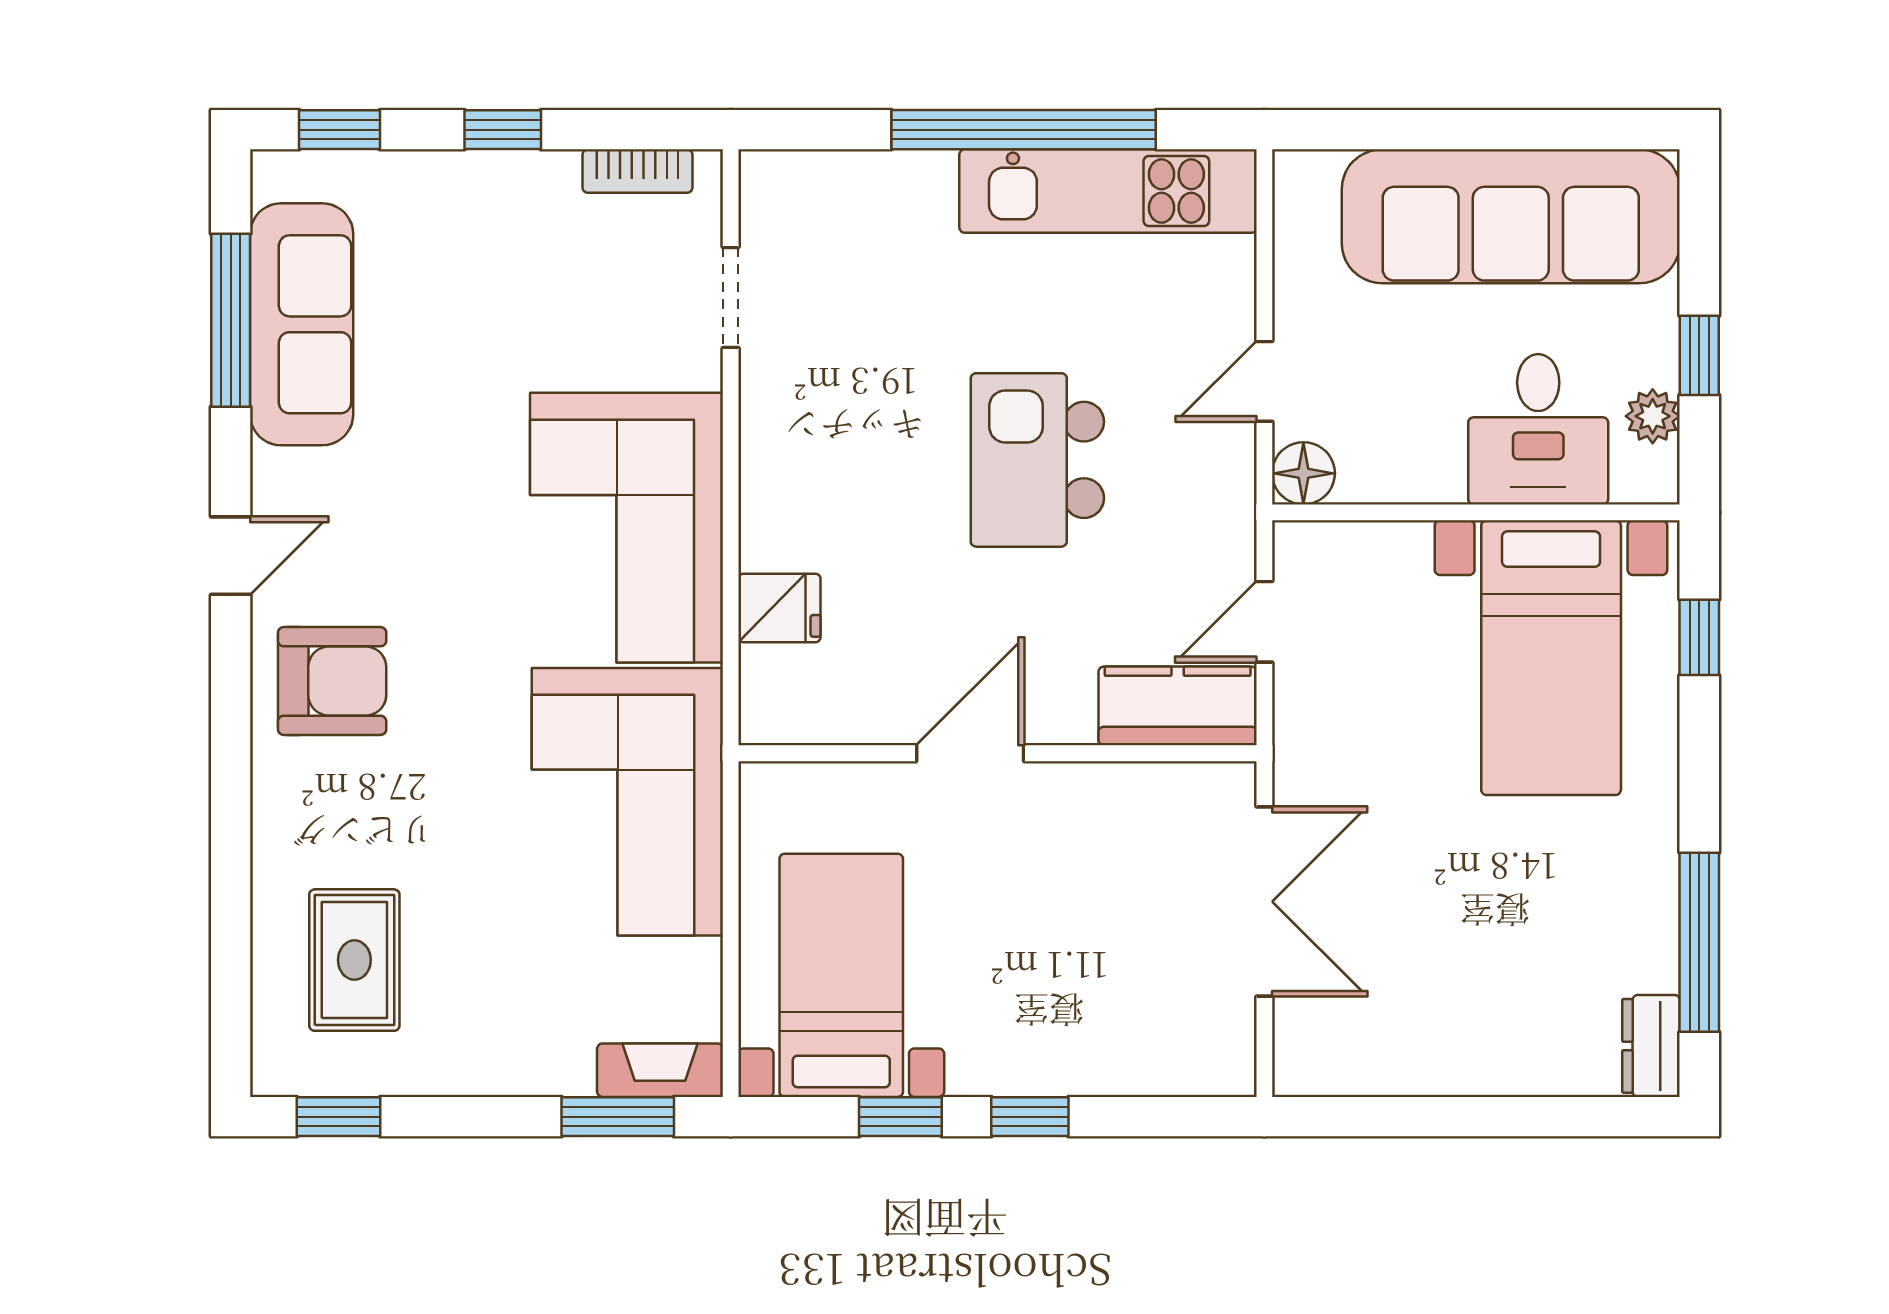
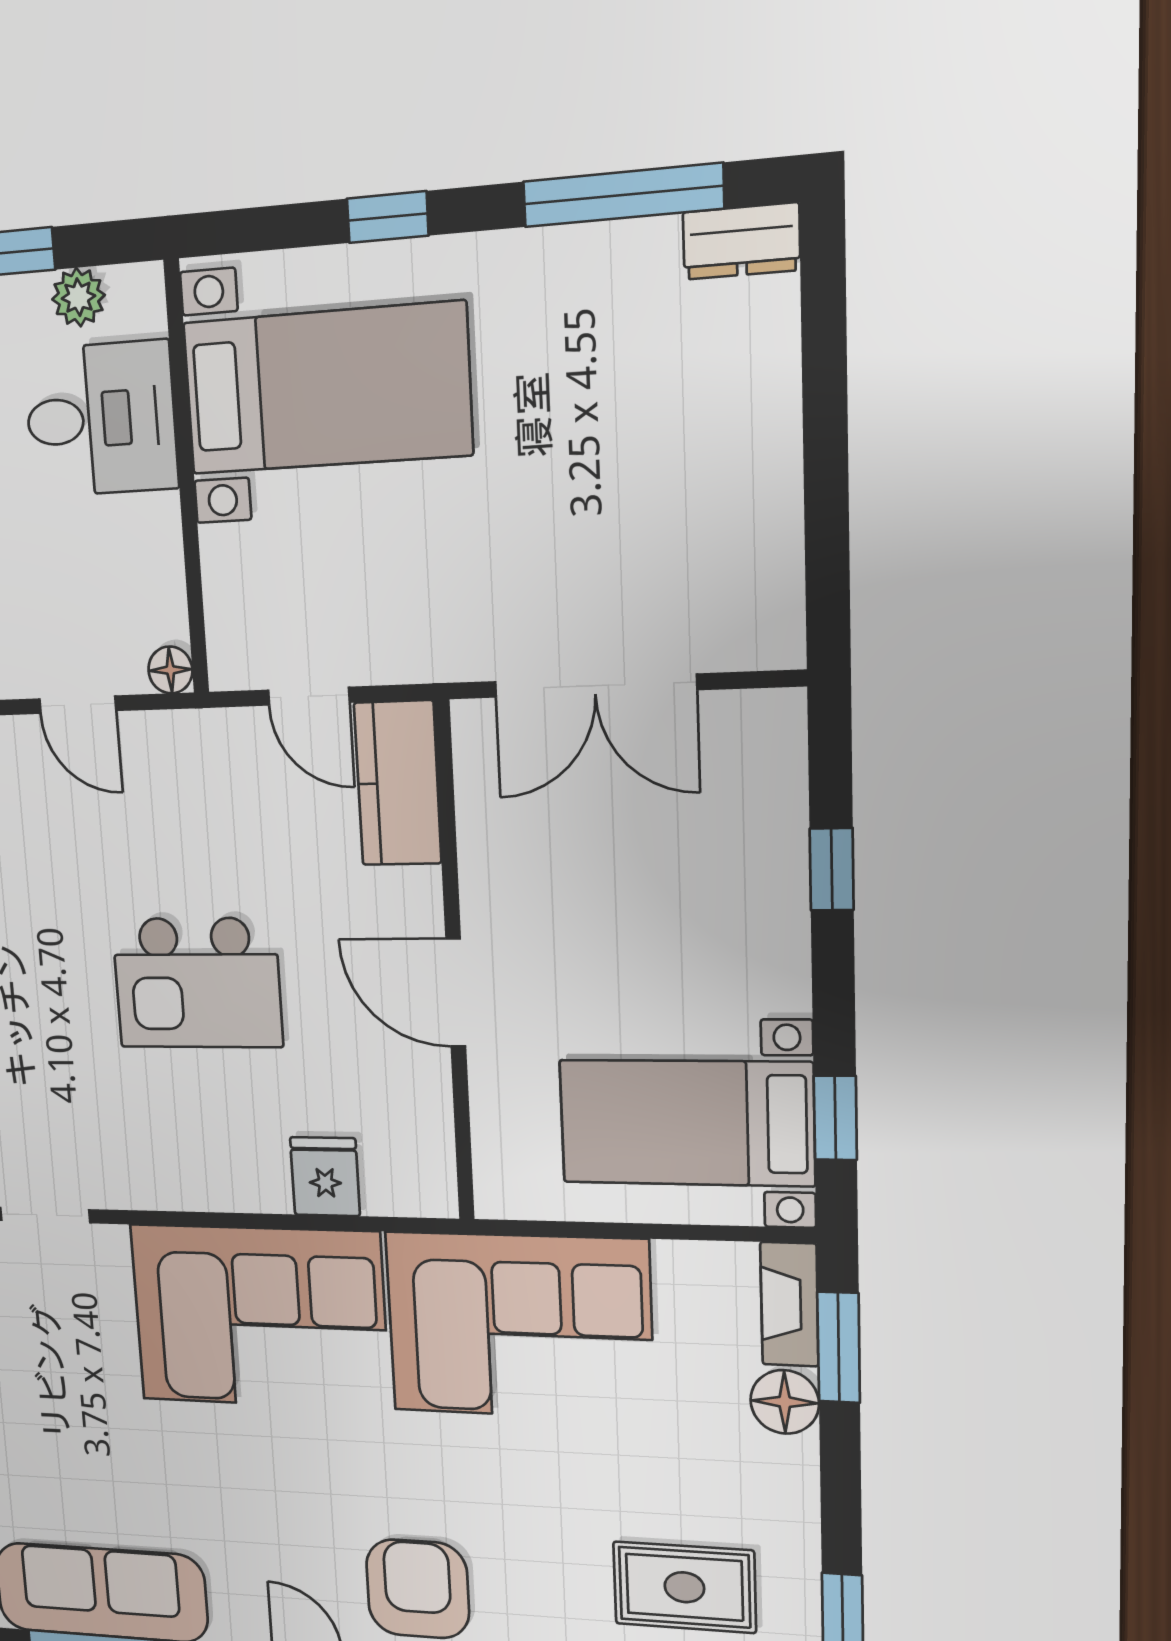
kitchen island: (1037, 460) -> (197, 983), moved
floor lamp: (1303, 473) -> (170, 670), width x0.73, depth x0.73
window: (1699, 637) -> (388, 217), moved
double door: (1264, 902) -> (595, 686), swing flipped
floor lamp: (559, 1064) -> (785, 1402), added
window: (900, 1117) -> (835, 1118), moved
window: (1030, 1117) -> (832, 869), moved

